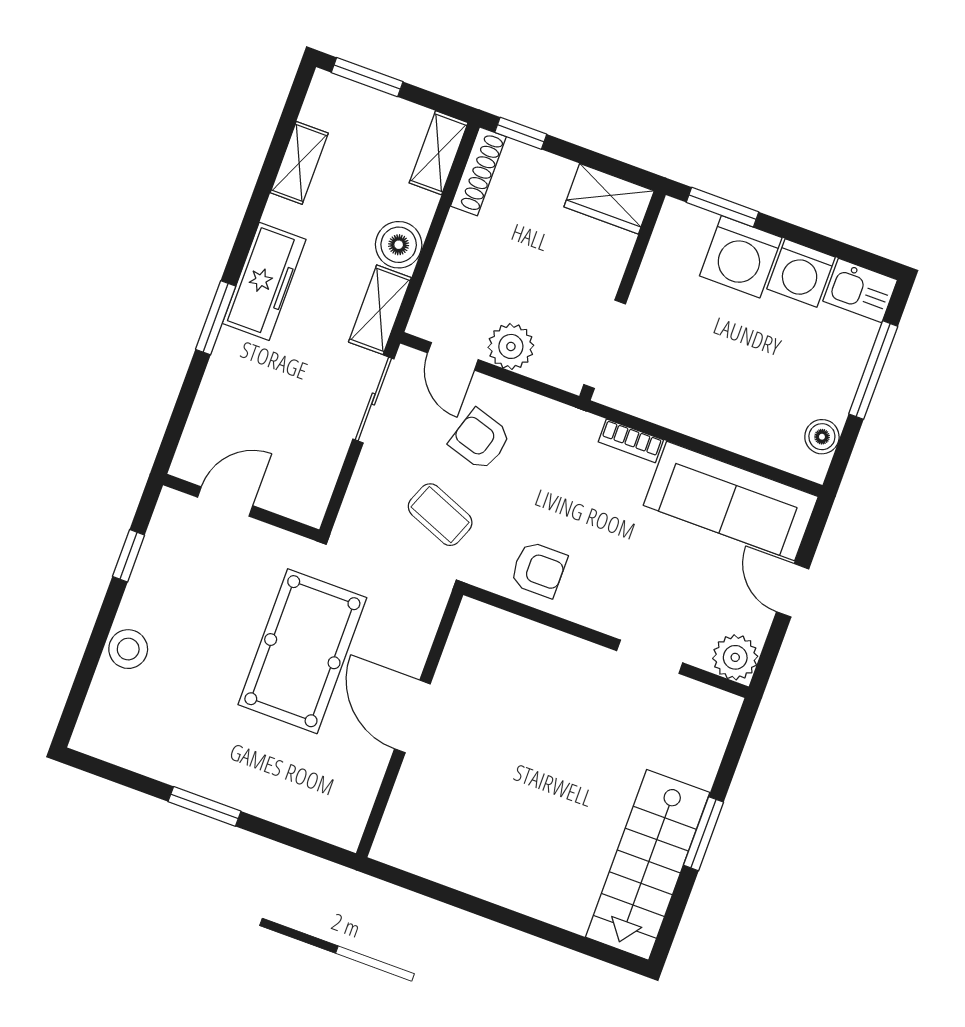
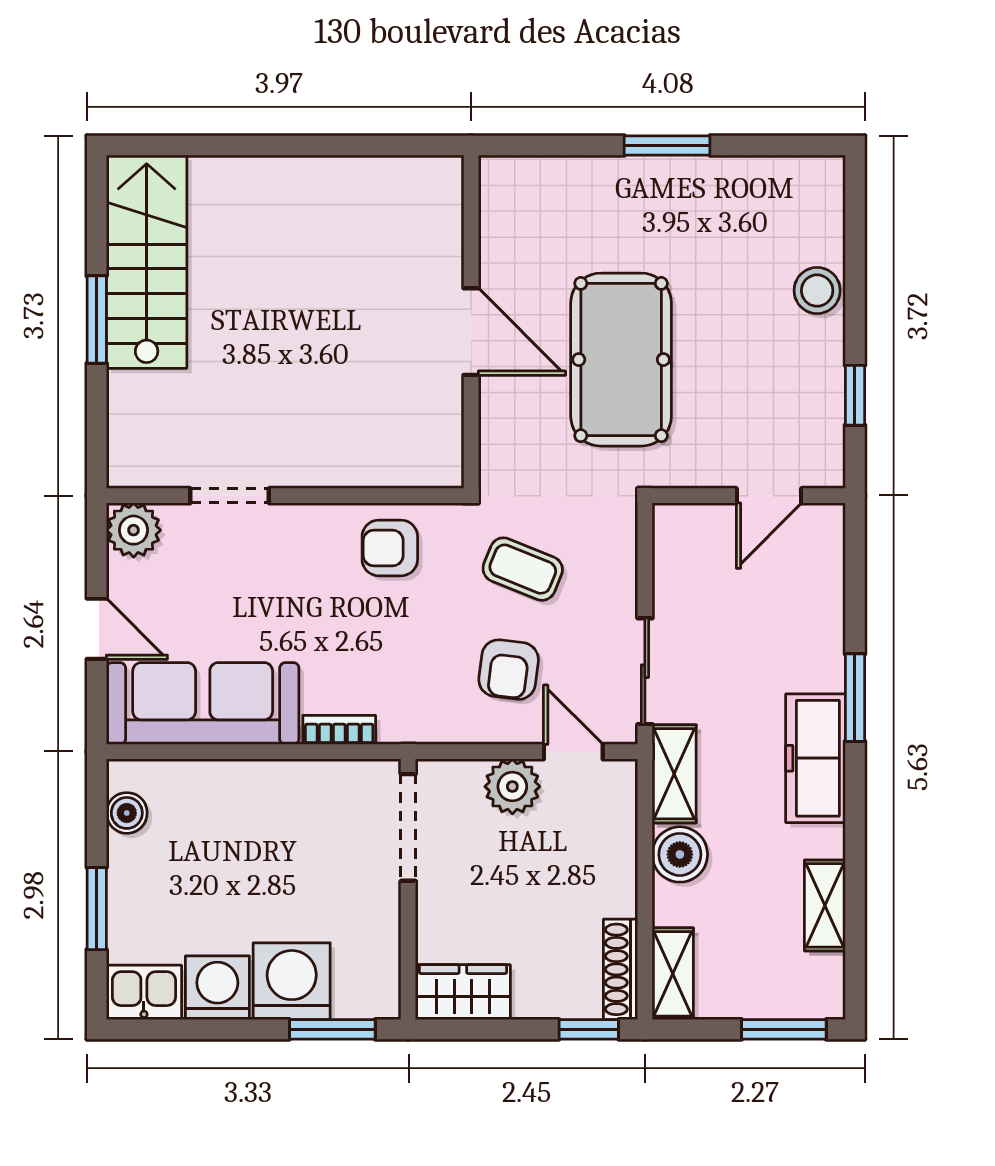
window: (873, 370) -> (97, 909), width x0.69
armchair: (480, 440) -> (509, 670), turned 80

